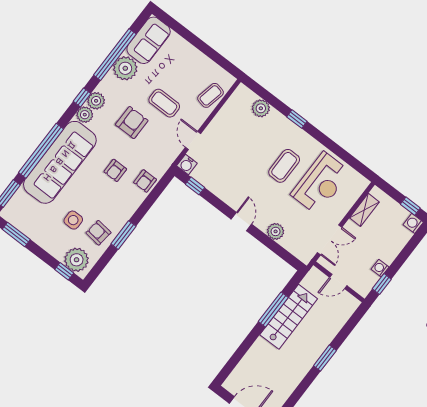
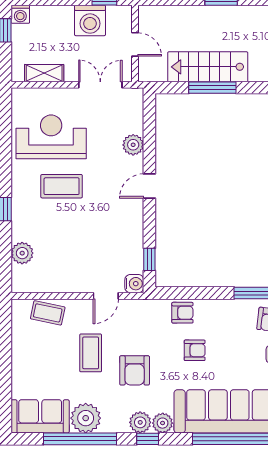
armchair: (132, 123) -> (135, 370), turned -90
washing machine: (380, 268) -> (90, 20), width x1.89, depth x1.89

